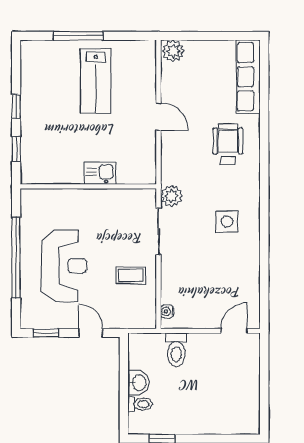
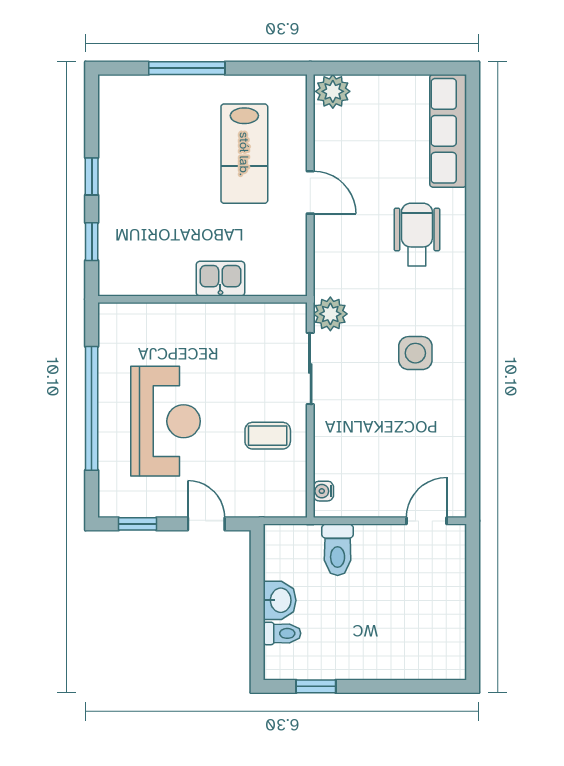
lab bench: (96, 81) -> (244, 154), moved

